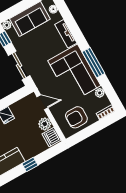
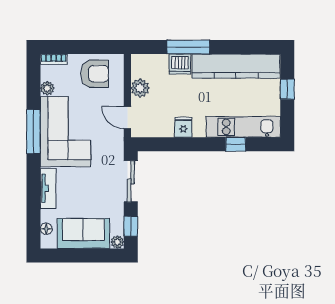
dishwasher: (51, 137) -> (180, 64), moved, turned 90
window: (30, 164) -> (188, 47), width x2.17

